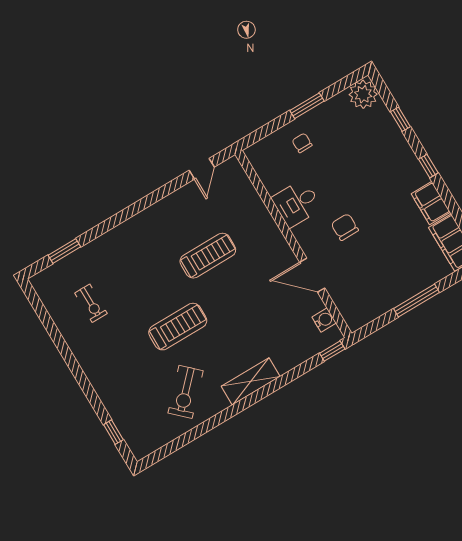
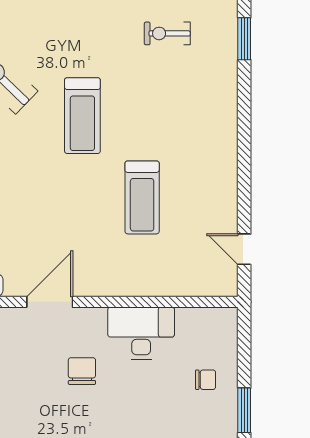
desk: (297, 203) -> (141, 333), width x1.37
chair: (345, 227) -> (82, 371), turned -90

